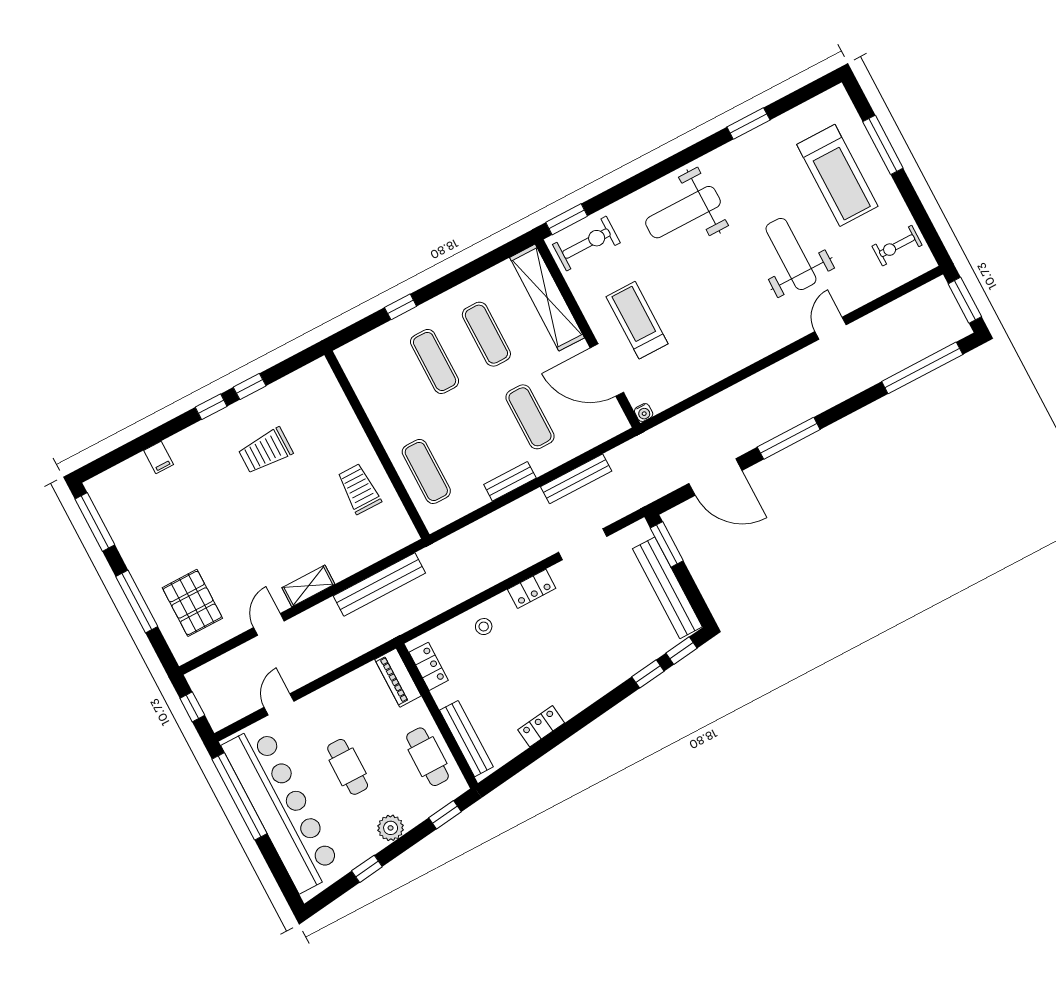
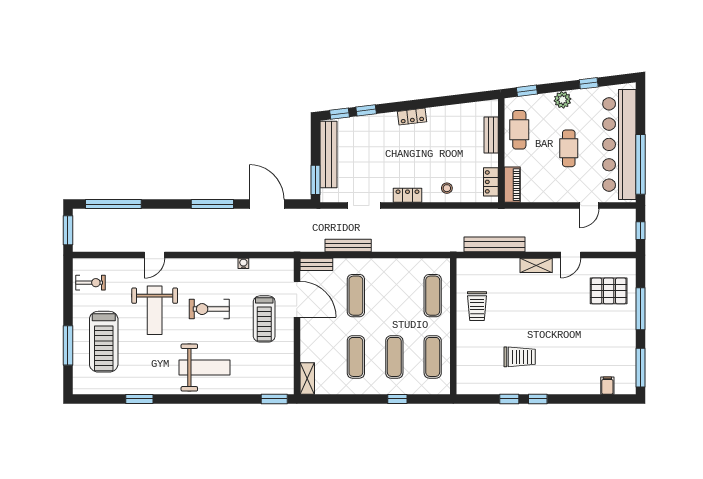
treadmill: (837, 175) -> (104, 342), turned 180
exercise bike: (586, 244) -> (209, 309), moved
shelving: (547, 298) -> (307, 379), width x0.45, depth x0.75
exercise mat: (383, 389) -> (433, 357), added
water cooler: (644, 413) -> (243, 263), moved
filing cabinet: (159, 458) -> (607, 386), moved
bench: (510, 481) -> (316, 264), moved
pallet: (192, 603) -> (609, 291), turned 90
locker: (541, 726) -> (412, 117), moved
bench: (466, 739) -> (491, 135), width x0.73

